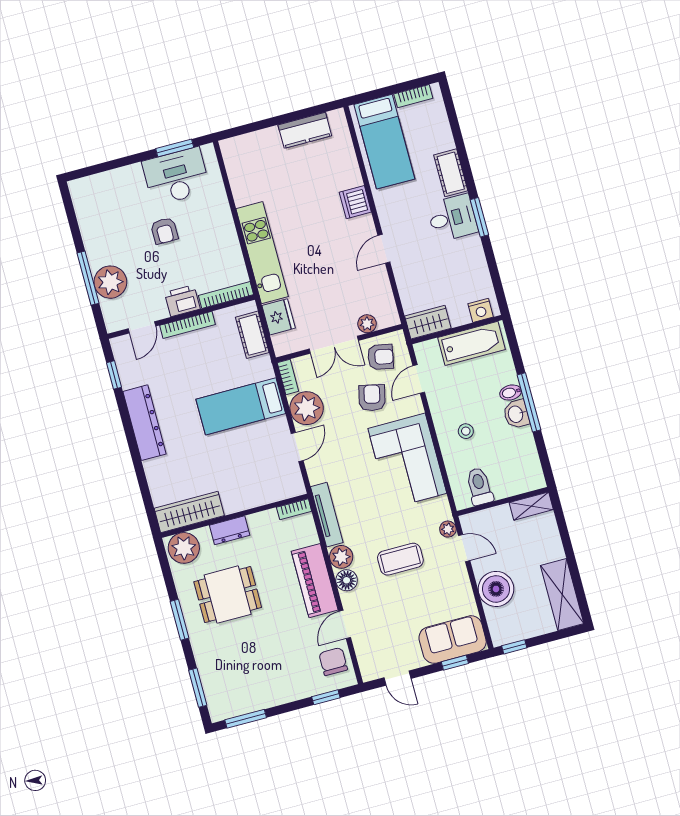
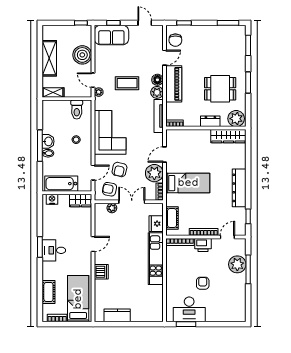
cot: (451, 173) -> (48, 292), moved
shelving: (562, 595) -> (49, 58), moved

